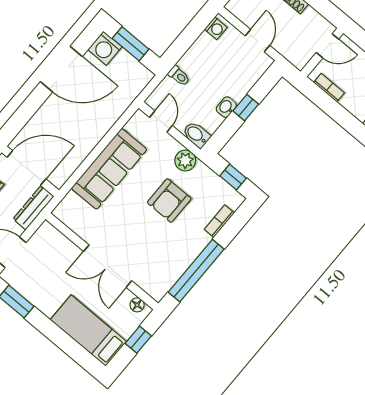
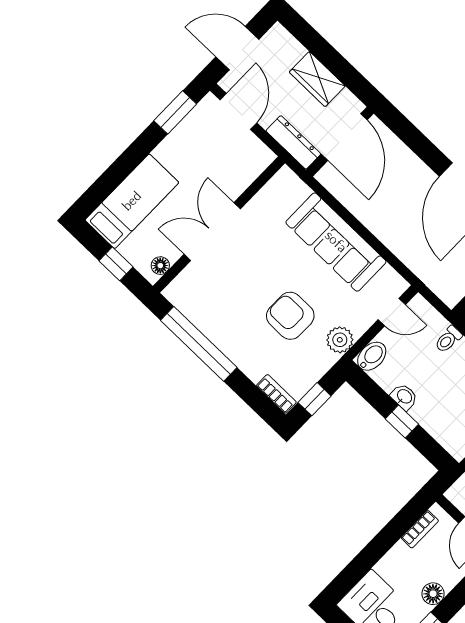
bookcase: (219, 221) -> (276, 394), moved

